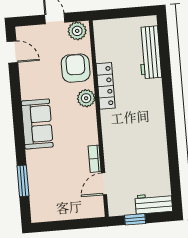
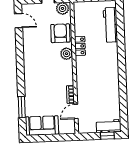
locker: (106, 86) -> (80, 46), width x0.66
sofa: (37, 124) -> (42, 126), moved, turned -90
window: (135, 219) -> (107, 136), moved

